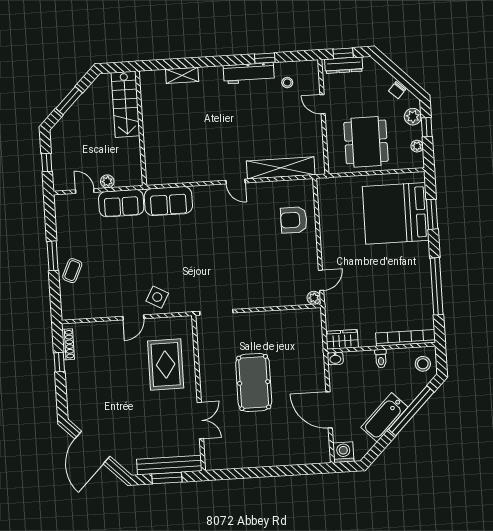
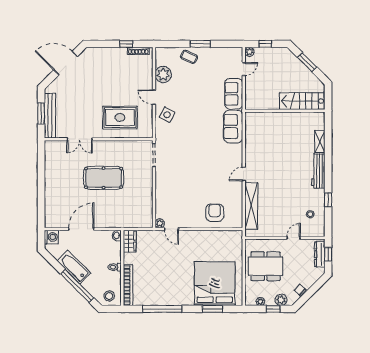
workbench: (249, 73) -> (318, 171), moved
plant: (107, 181) -> (249, 52), moved
plant: (100, 306) -> (163, 74), added

